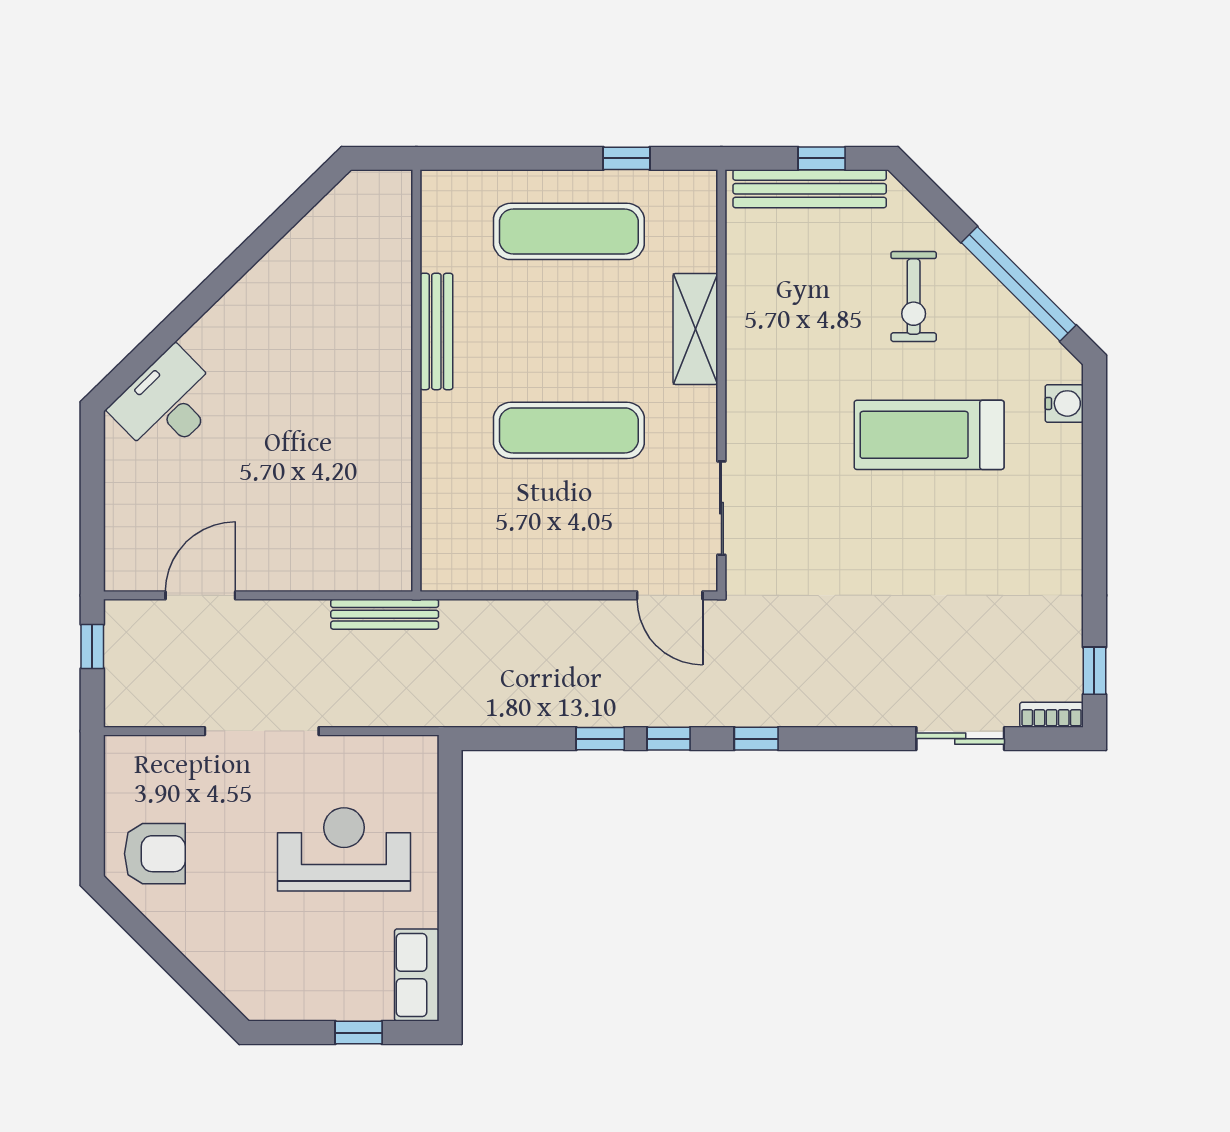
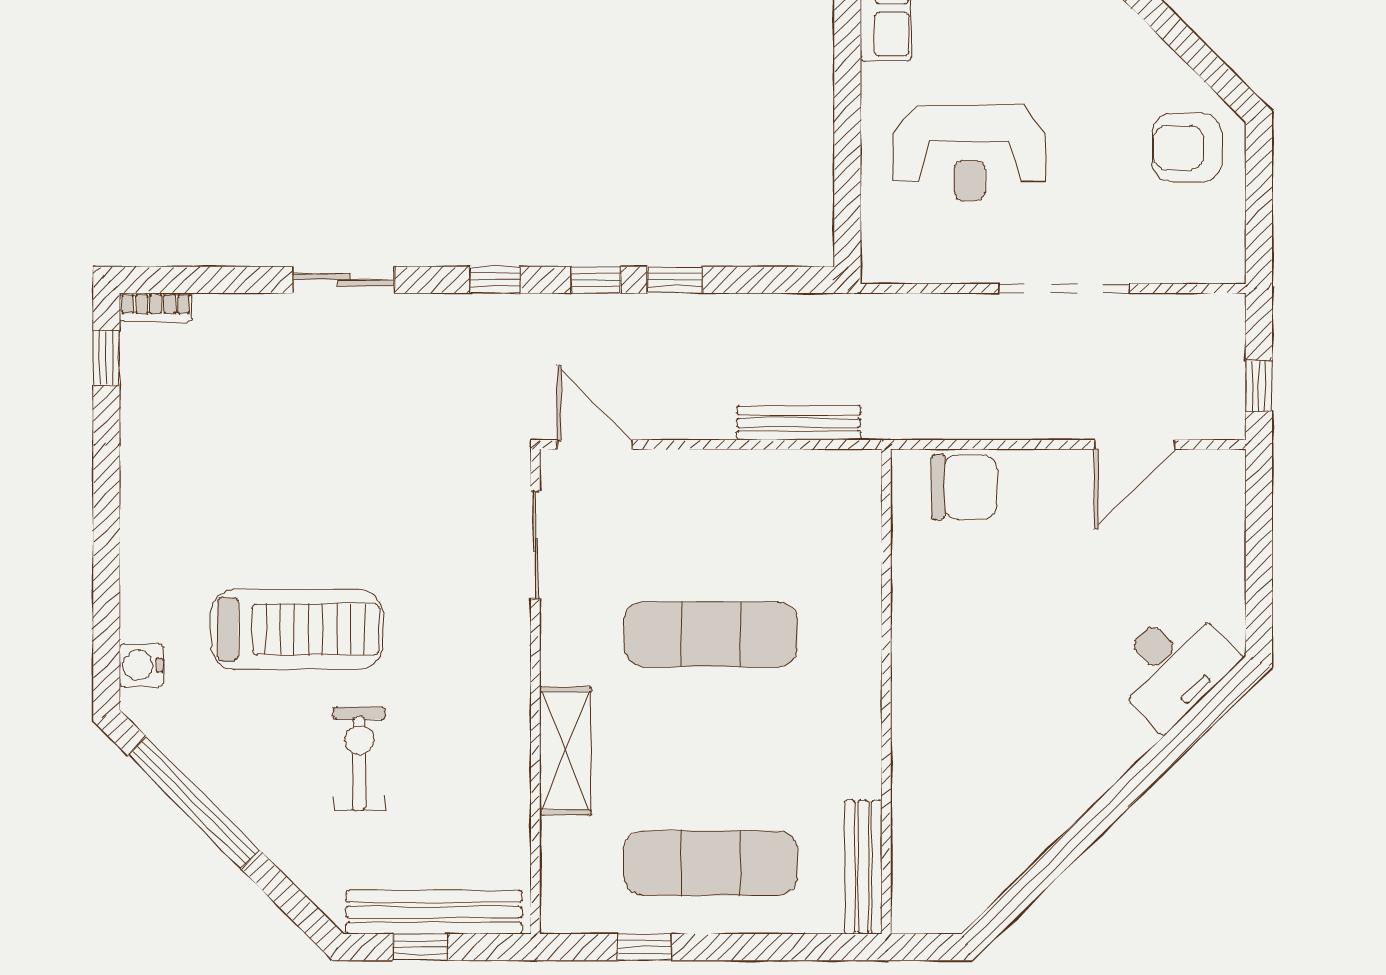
exercise bike: (914, 297) -> (359, 759), moved
bench: (436, 331) -> (863, 867), moved
chair: (348, 558) -> (964, 487), added
bench: (385, 614) -> (799, 423), moved
sliding door: (960, 739) -> (343, 280), moved

